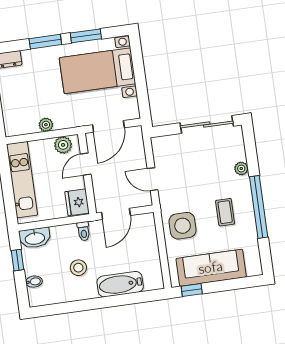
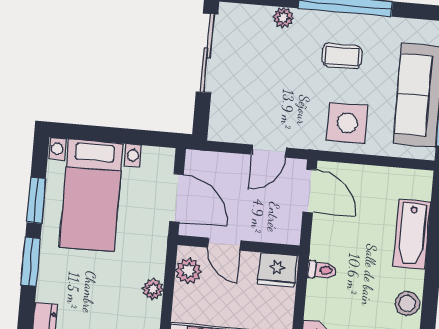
door: (116, 214) -> (310, 191), moved
stool: (78, 268) -> (407, 304), moved

